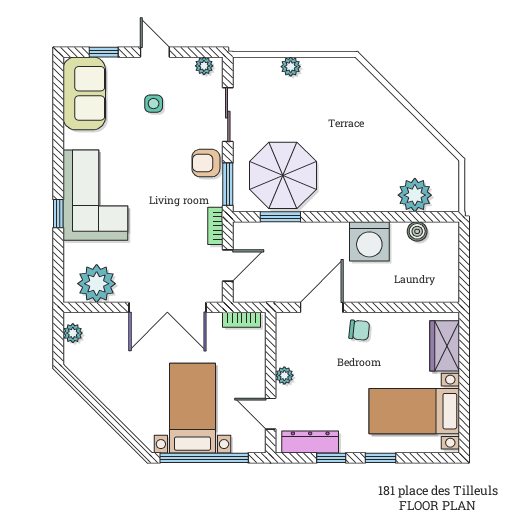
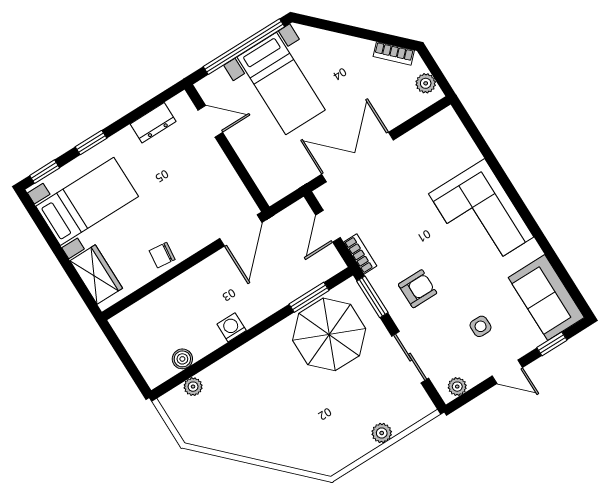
armchair: (206, 163) -> (418, 289), moved
plant: (415, 195) -> (193, 387), width x0.53, depth x0.53
window: (58, 214) -> (503, 179), removed
washing machine: (369, 241) -> (232, 327), width x0.53, depth x0.53
plant: (97, 284) -> (432, 139), removed
door: (322, 307) -> (241, 230), moved
bookcase: (242, 320) -> (394, 53), moved, turned -135
chair: (359, 330) -> (162, 255), moved
plant: (284, 375) -> (219, 162), removed
dresser: (310, 442) -> (153, 123), width x0.70
window: (331, 458) -> (45, 172), moved

